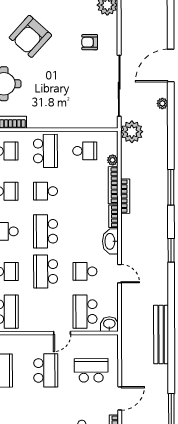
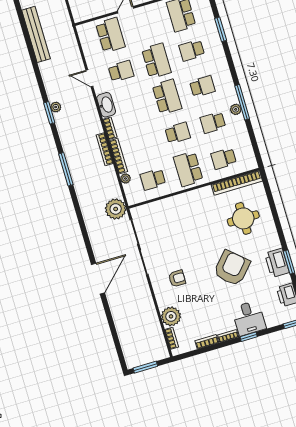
plant: (162, 103) -> (56, 107), moved
washbasin: (109, 324) -> (85, 30), removed

